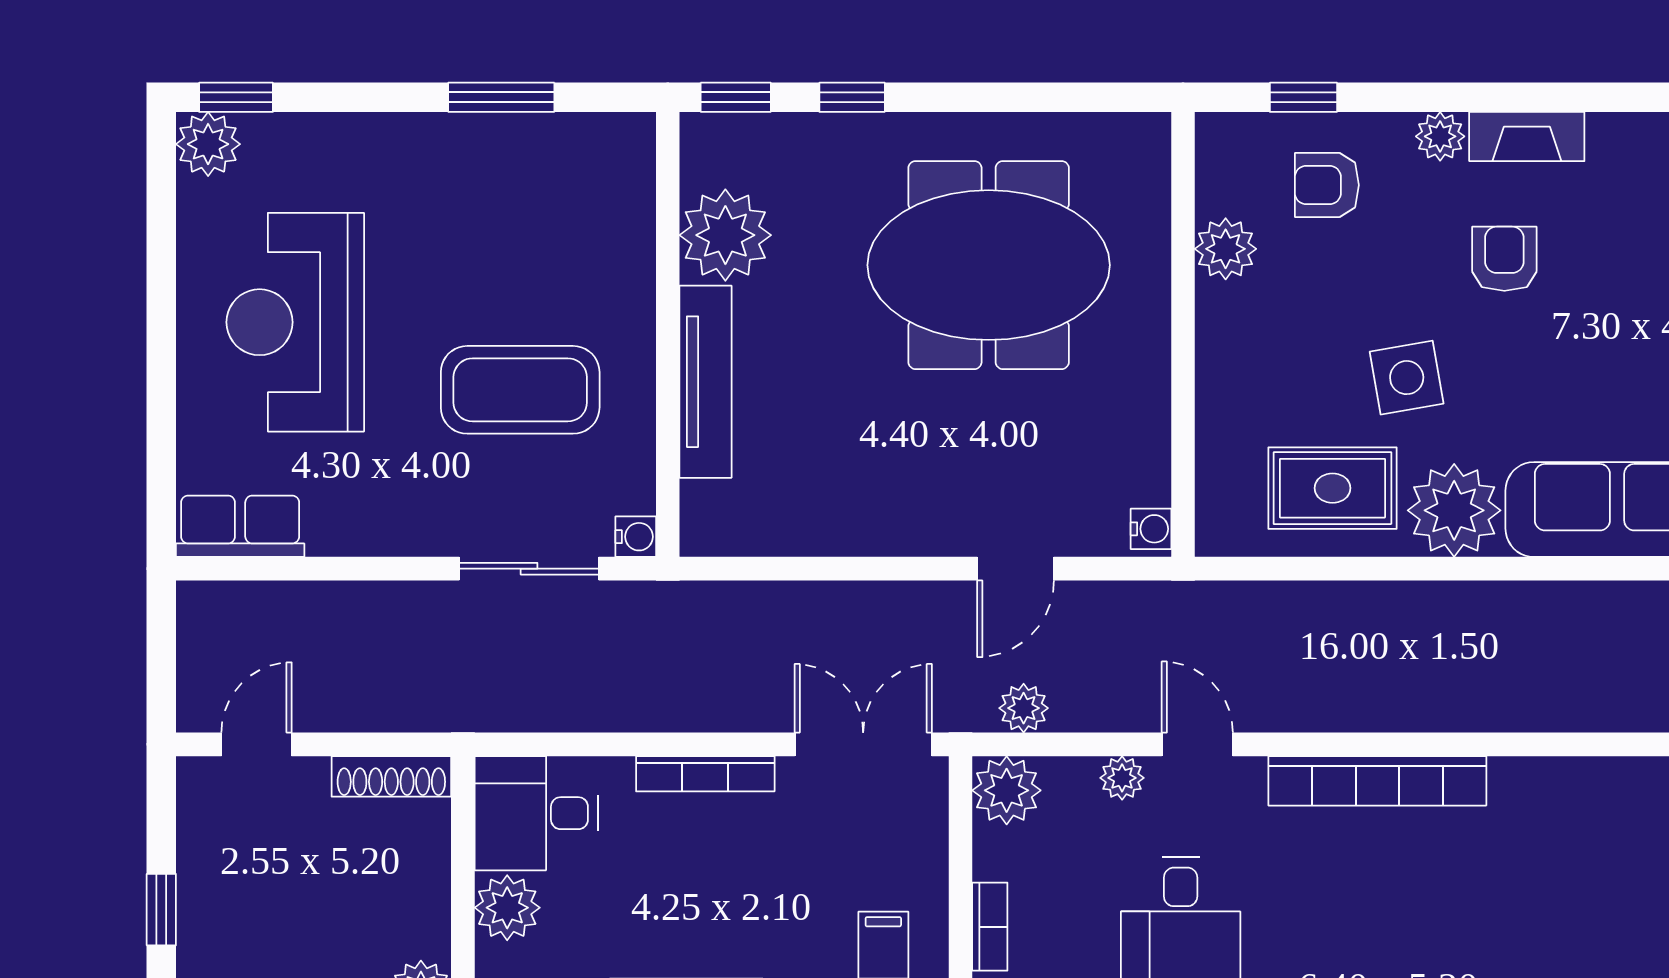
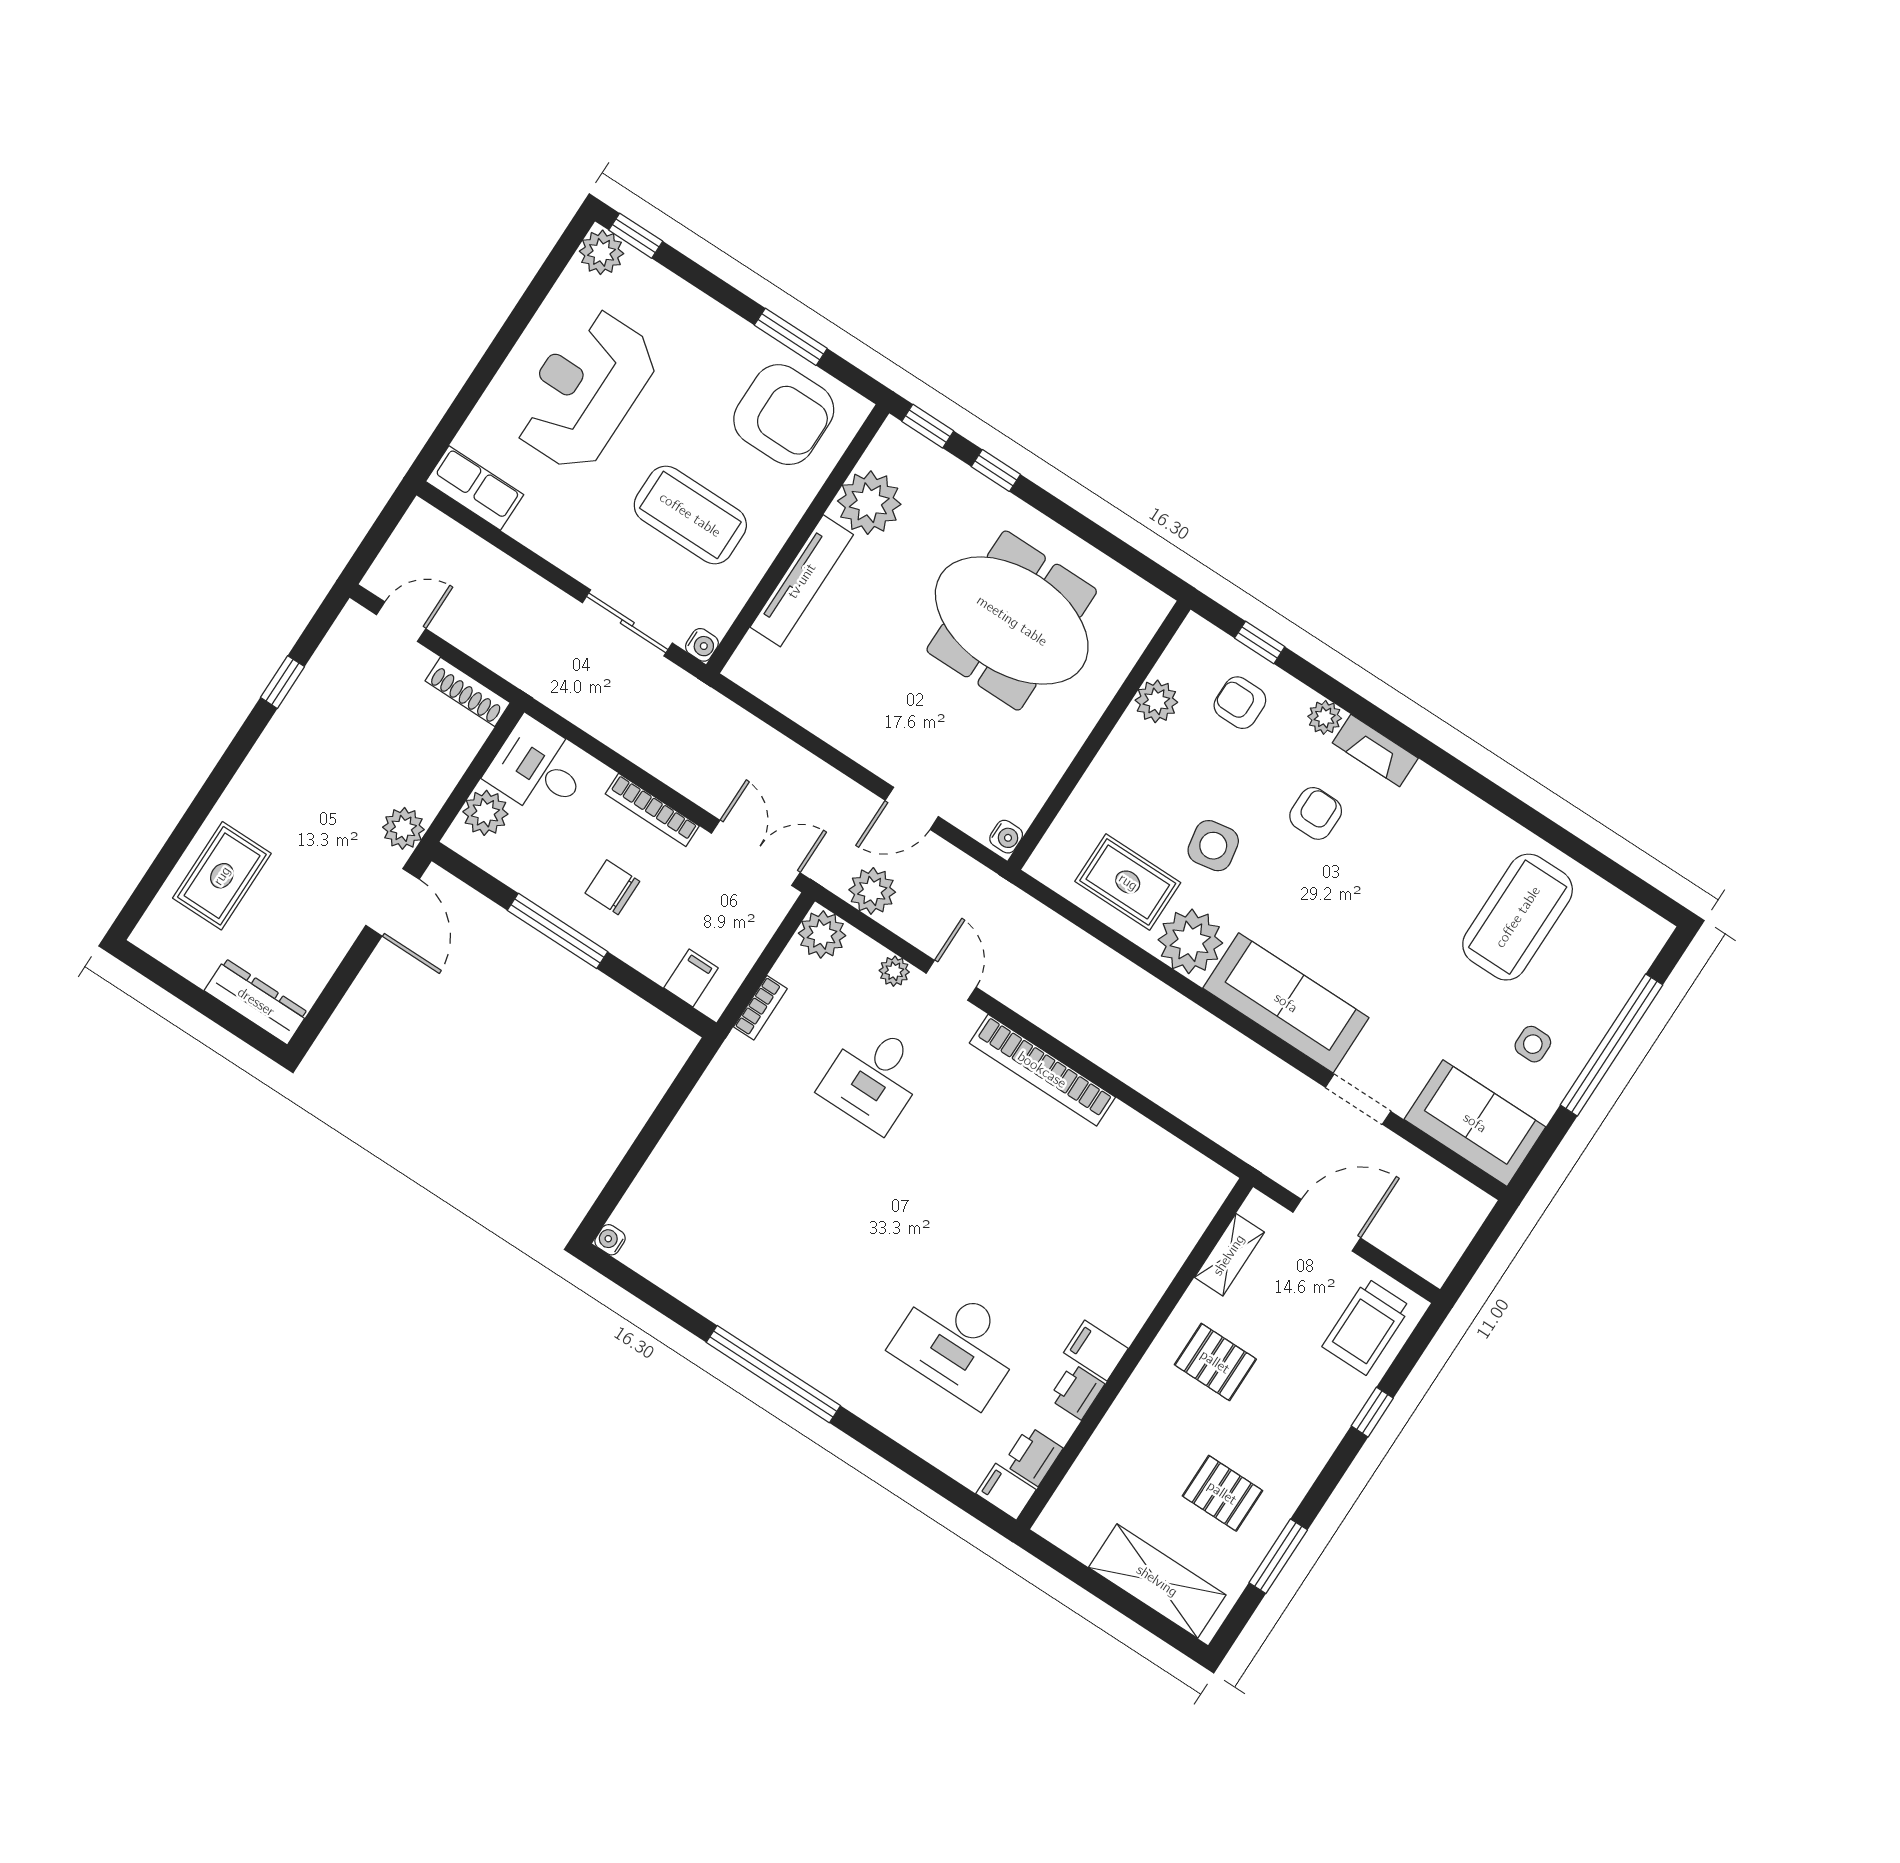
armchair: (554, 196) -> (784, 415), added
plant: (1024, 708) -> (872, 891), width x1.38, depth x1.38
chair: (718, 898) -> (612, 887), added

